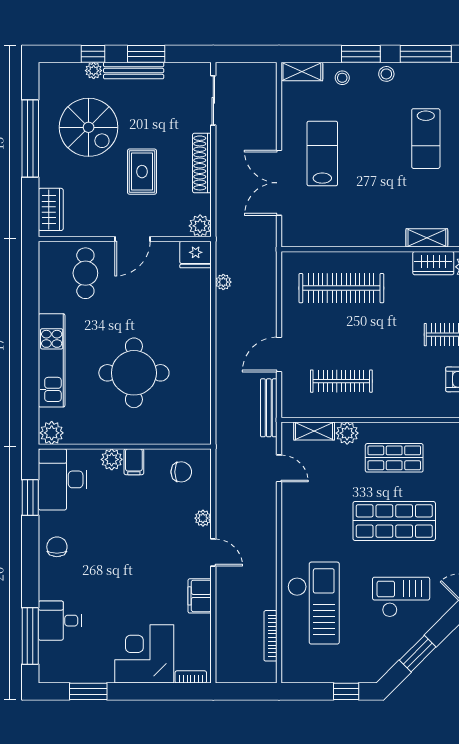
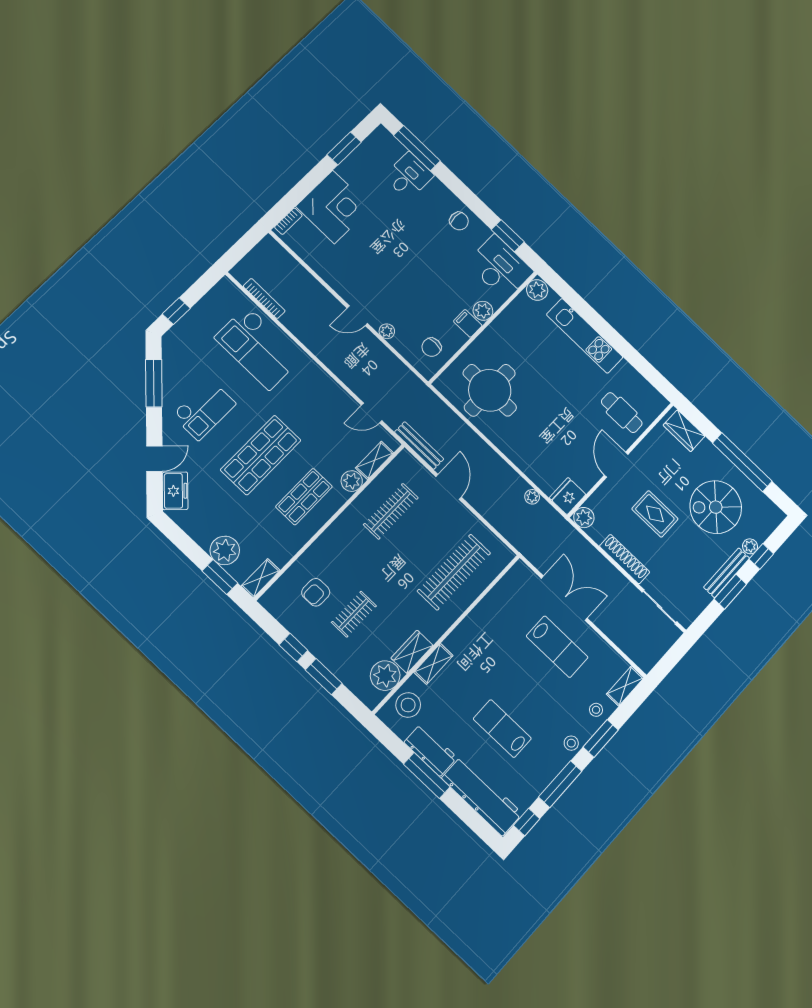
round table: (134, 373) -> (490, 390), moved
filing cabinet: (200, 596) -> (337, 279), removed
window: (418, 654) -> (154, 383), width x1.44

